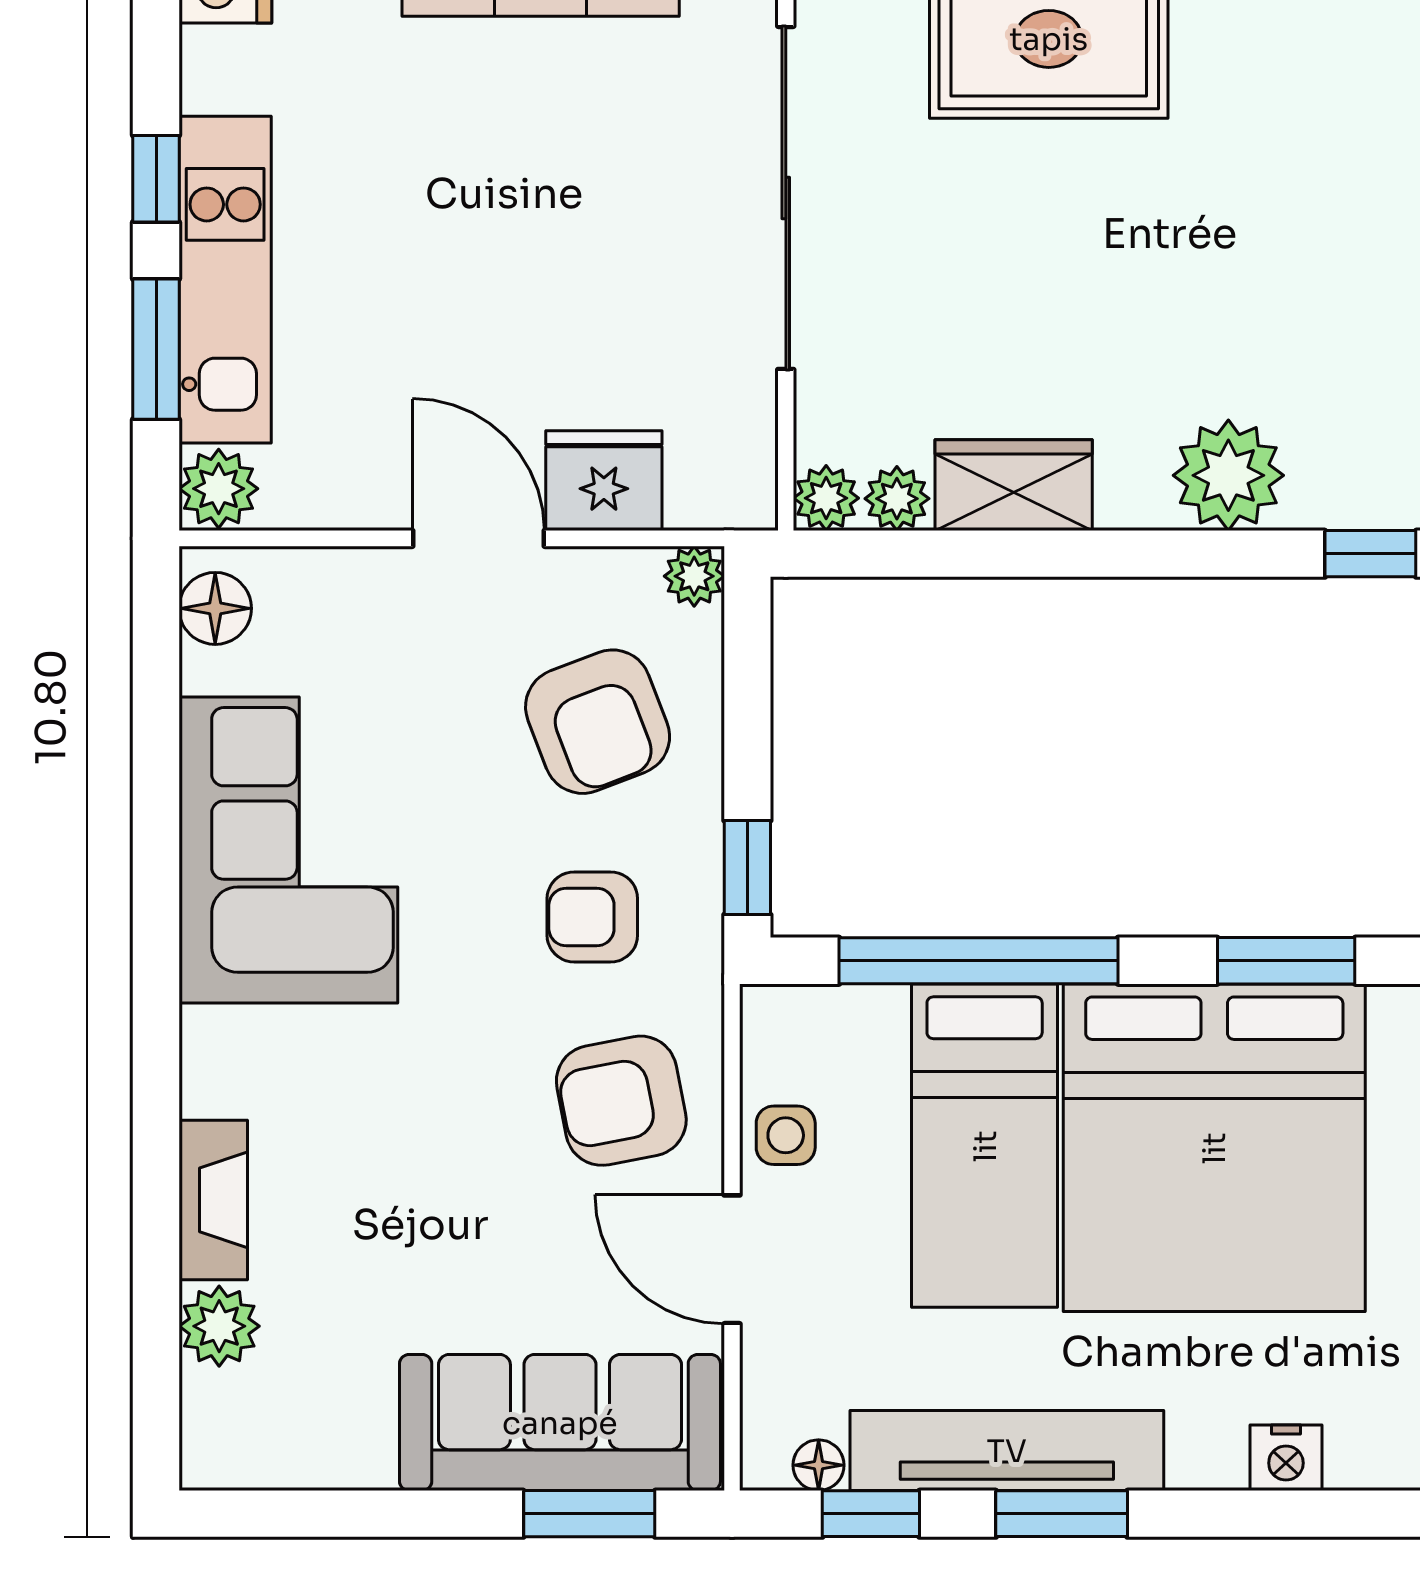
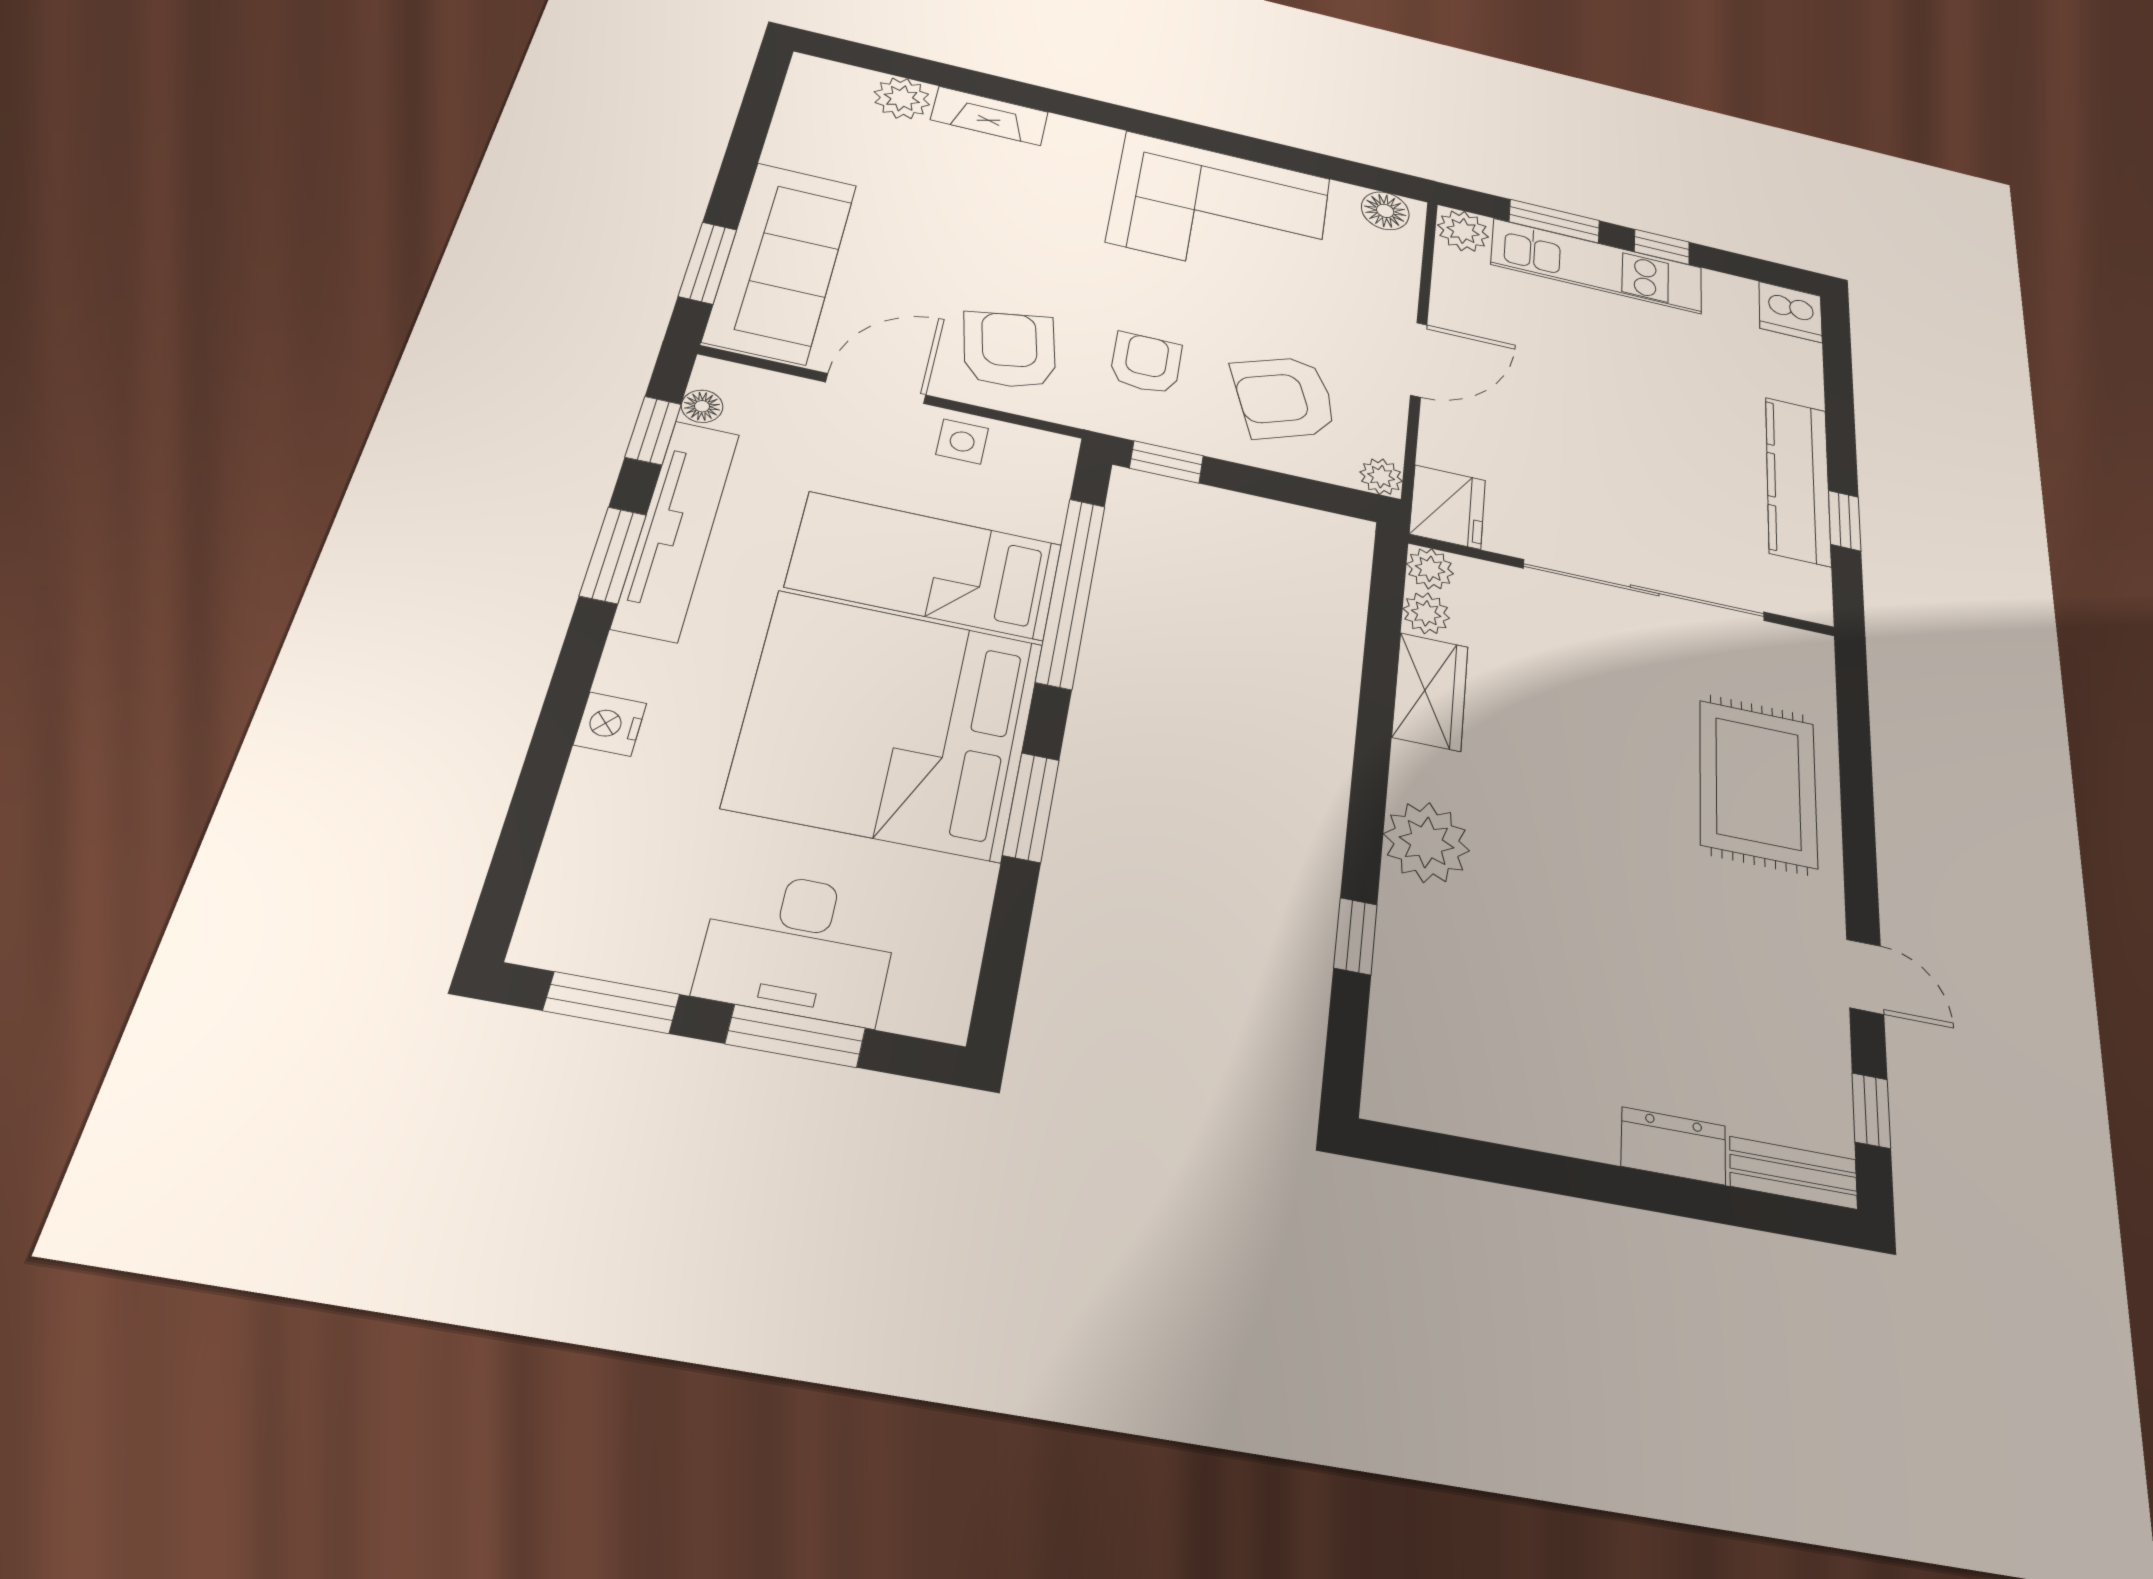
fridge: (604, 481) -> (1448, 507), moved

